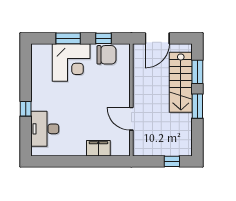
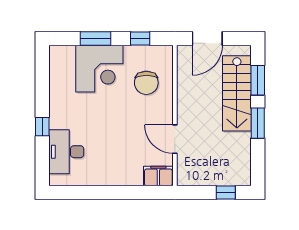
chair: (106, 55) -> (146, 83), moved, turned 90
filing cabinet: (98, 148) -> (158, 176), moved

